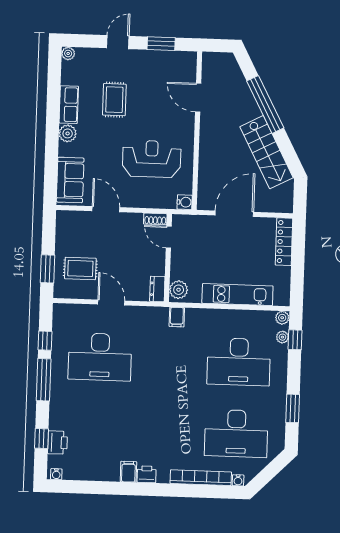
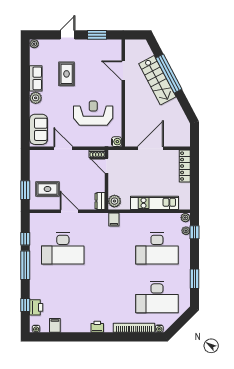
stairs: (266, 152) -> (157, 80), moved
filing cabinet: (128, 472) -> (55, 325), moved

